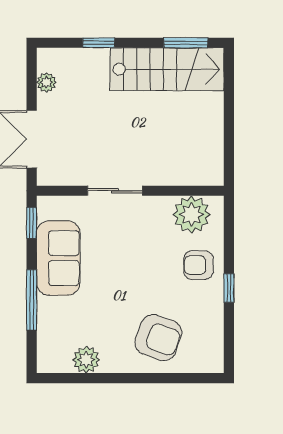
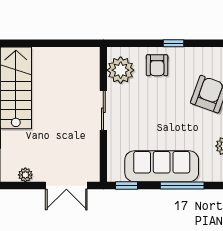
sliding door: (115, 191) -> (103, 110), moved
sofa: (58, 258) -> (162, 166), width x1.36

